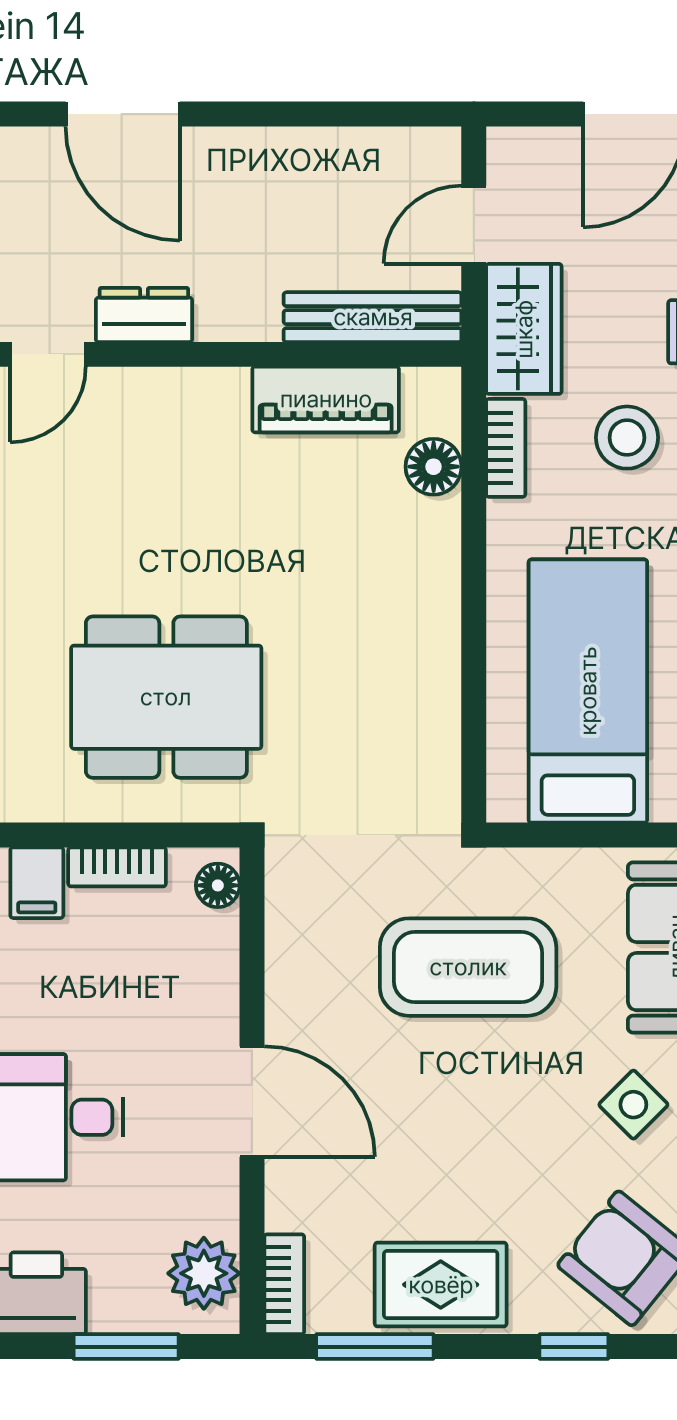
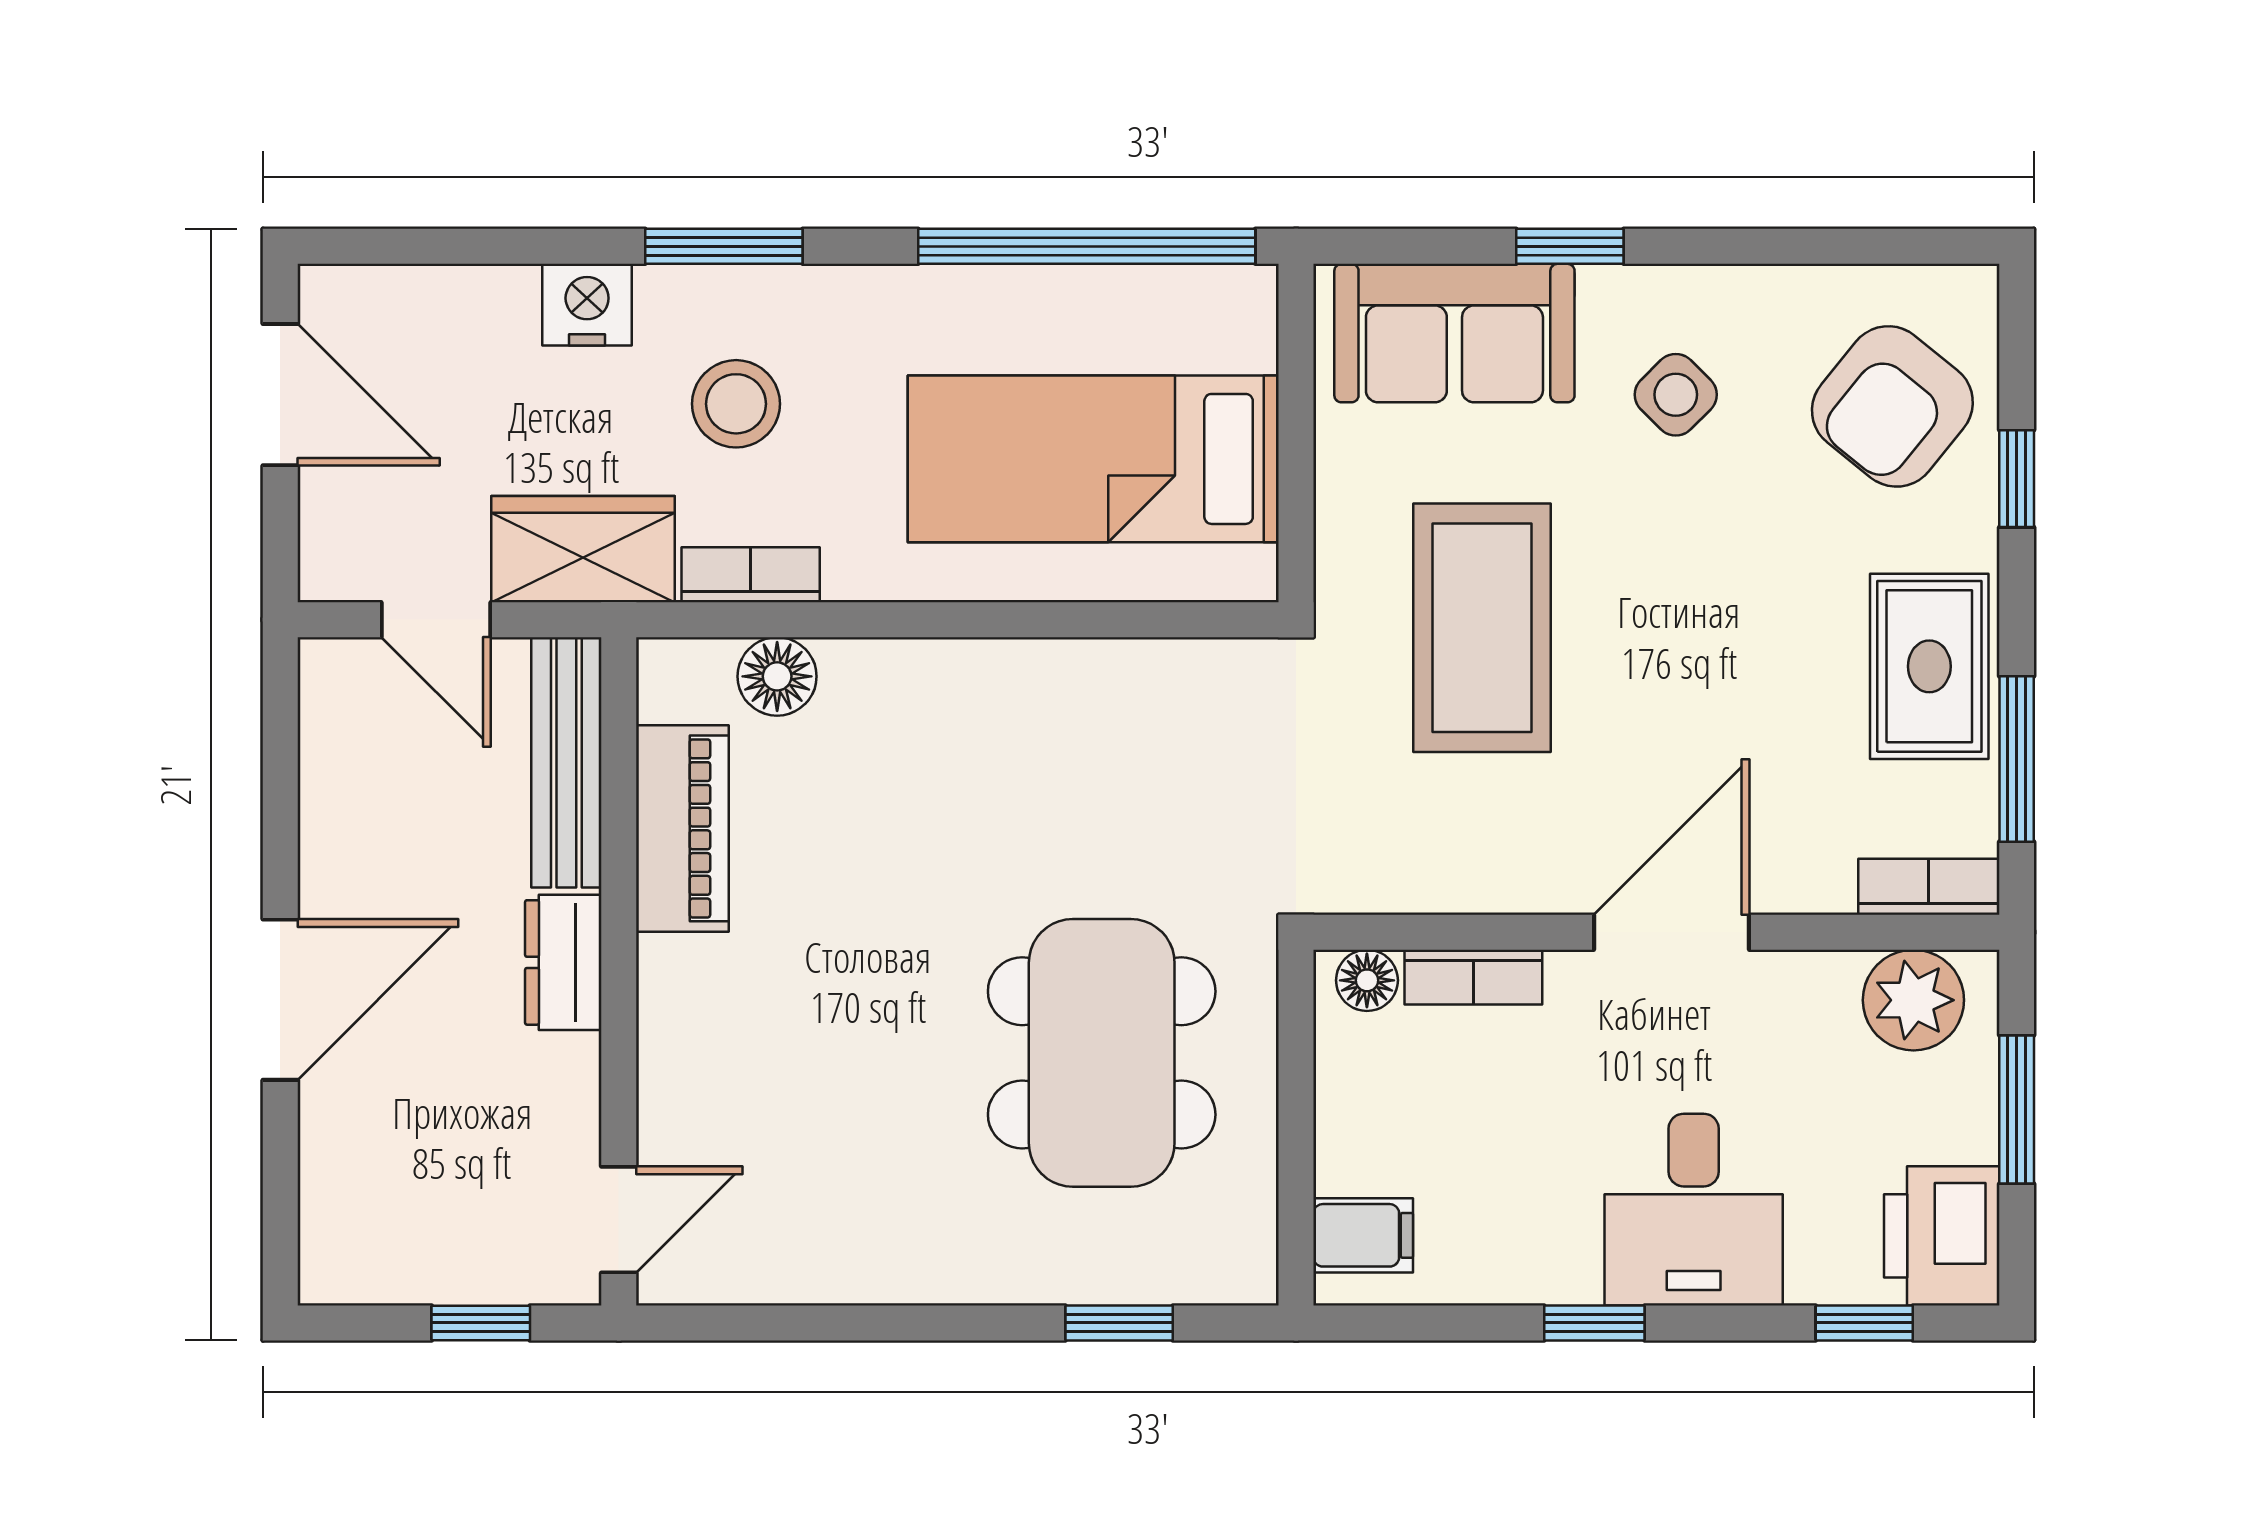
door: (123, 114) -> (280, 1000), moved
dresser: (144, 315) -> (563, 962), moved
door: (48, 354) -> (619, 1220), hinge flipped
bookcase: (117, 867) -> (1473, 977), moved, turned 90

